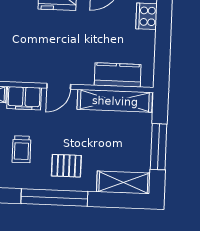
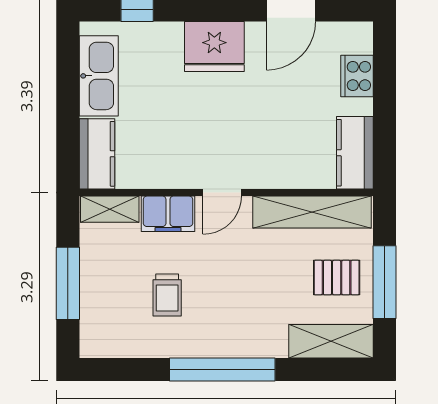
kitchen counter: (118, 75) -> (355, 153), moved, turned -90
pallet: (66, 166) -> (337, 278), moved

